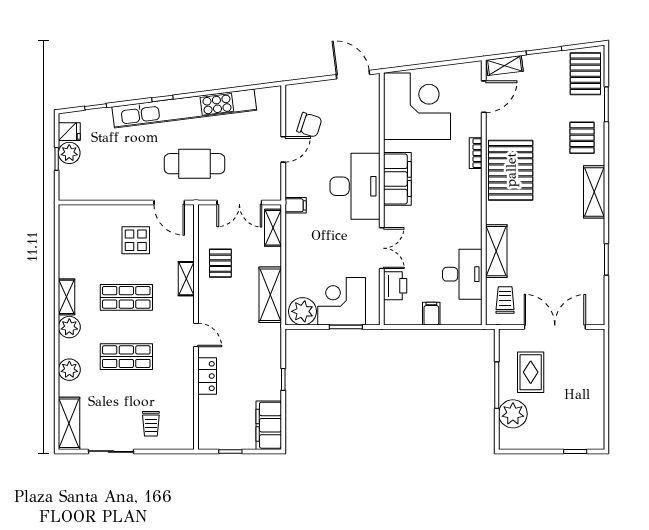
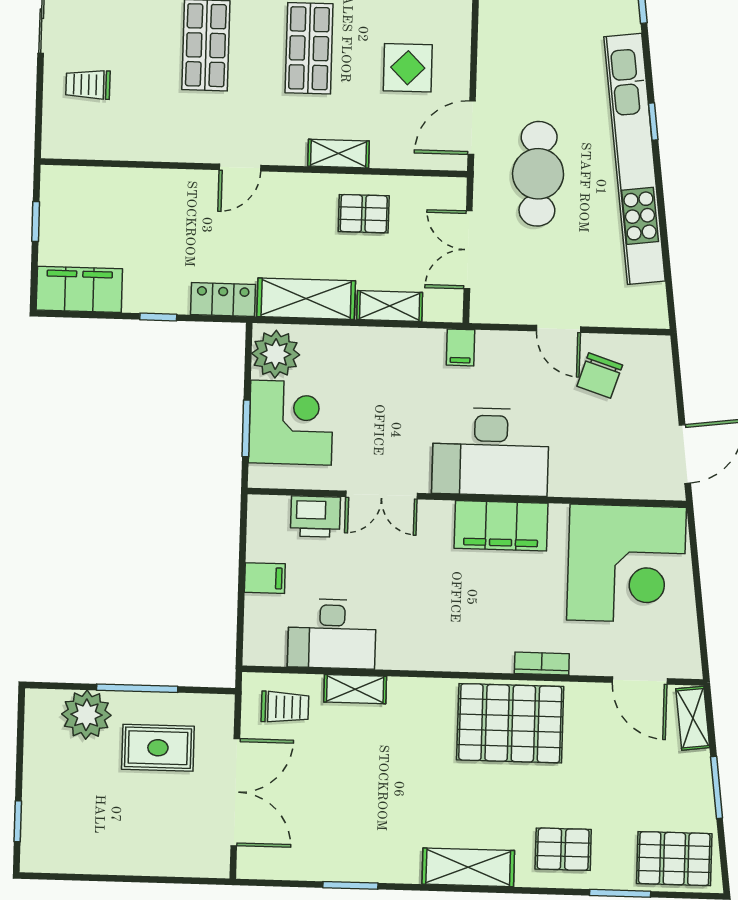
shelving: (273, 228) -> (390, 306), moved
shelving: (496, 251) -> (355, 689), width x0.67, depth x0.75
locker: (207, 376) -> (223, 300), moved, turned 180

